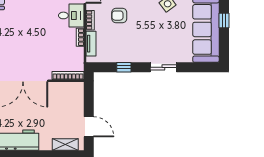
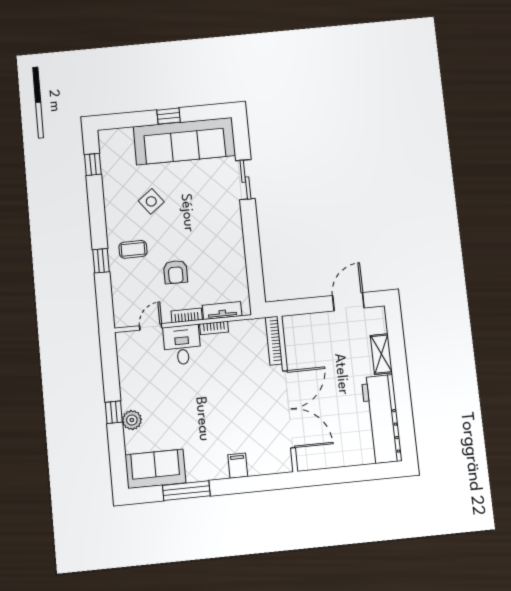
window: (124, 67) -> (253, 257), removed
sliding door: (163, 67) -> (245, 180), moved
shelving: (65, 144) -> (381, 354), moved

